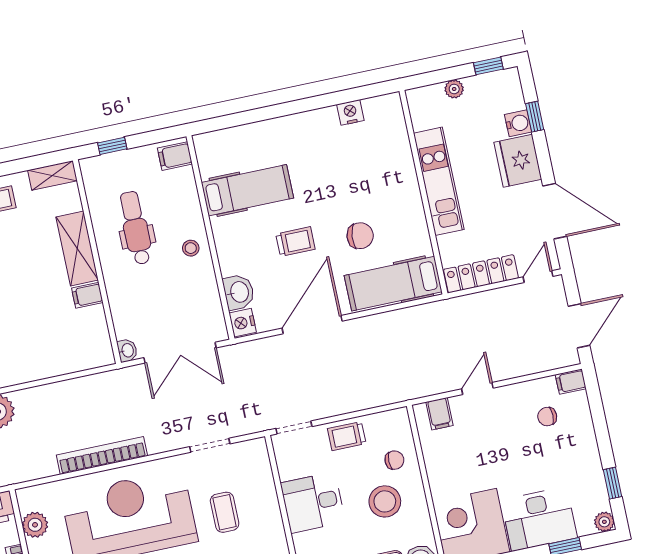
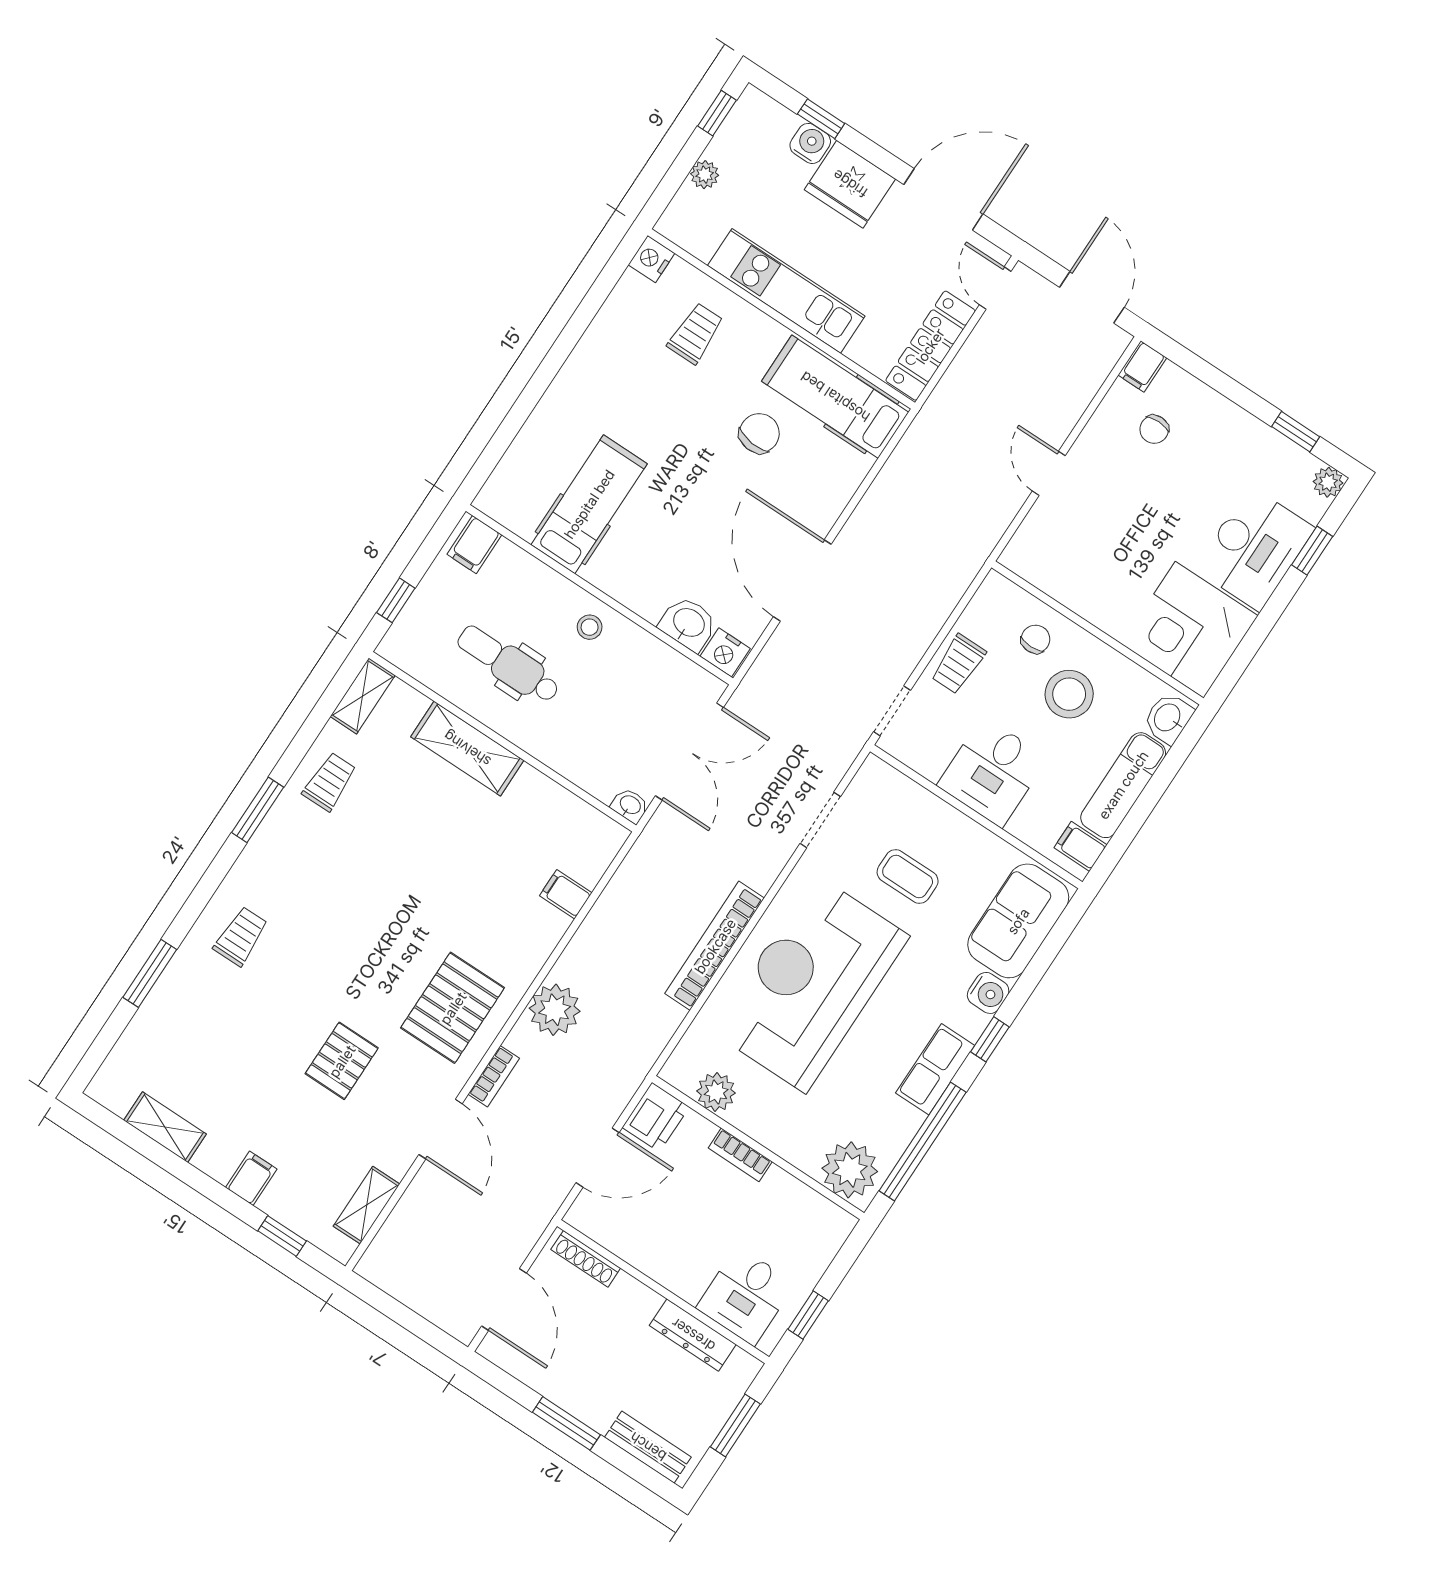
nightstand: (350, 112) -> (651, 259), moved
trolley: (295, 242) -> (695, 333), moved
hospital bed: (393, 284) -> (835, 397), moved, turned 90
filing cabinet: (87, 295) -> (566, 894), moved, turned 90
filing cabinet: (439, 414) -> (1035, 541), removed

